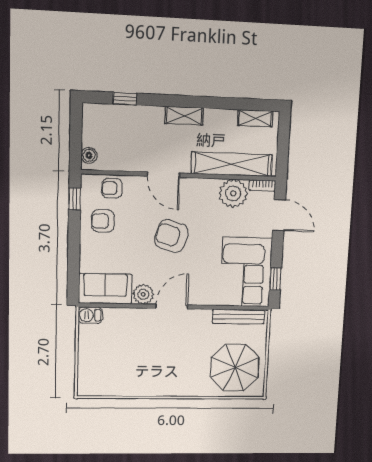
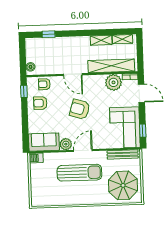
shelving: (184, 116) -> (101, 40), moved
sun lounger: (163, 343) -> (79, 173), added

